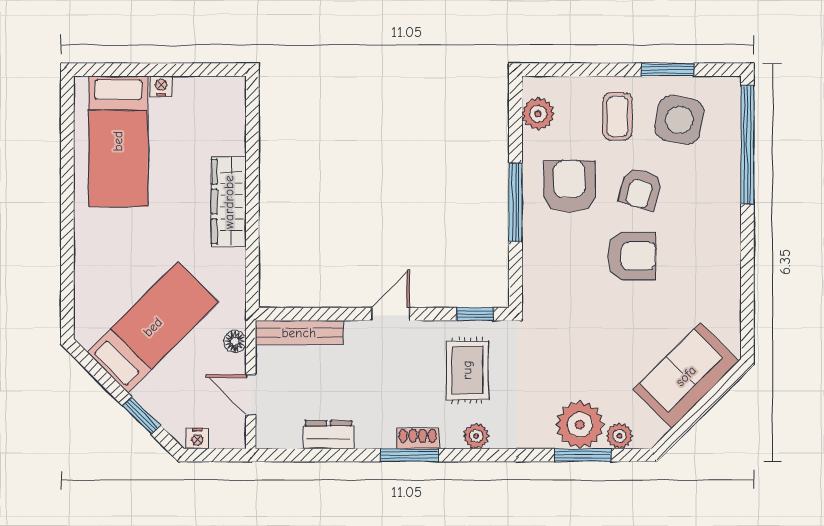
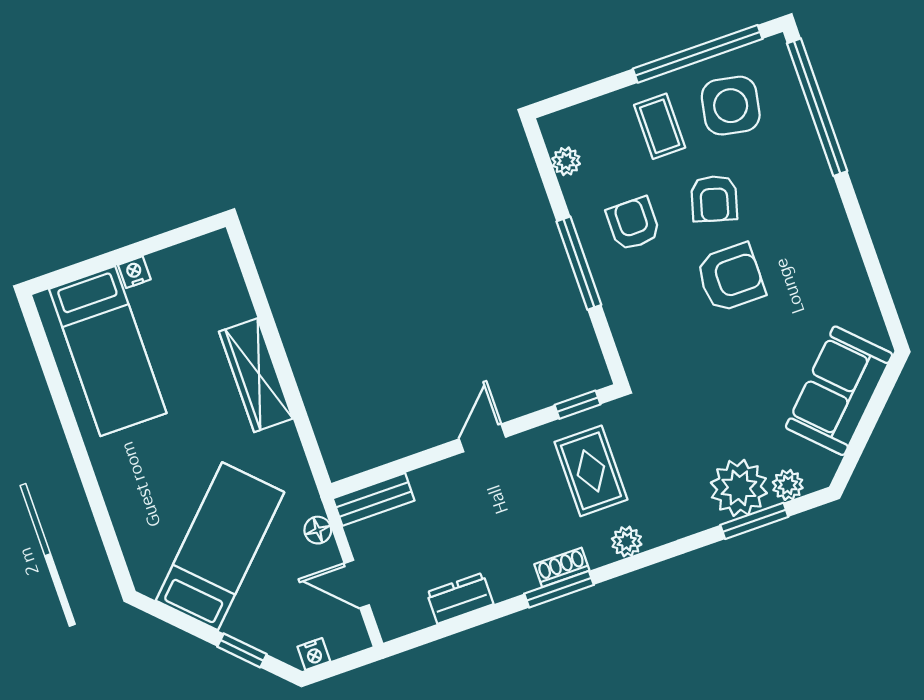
window: (668, 70) -> (698, 54), width x2.11
plant: (538, 114) -> (566, 161), width x0.73, depth x0.73
armchair: (569, 186) -> (633, 224), width x0.72, depth x0.72
bench: (299, 333) -> (374, 499), width x0.73

